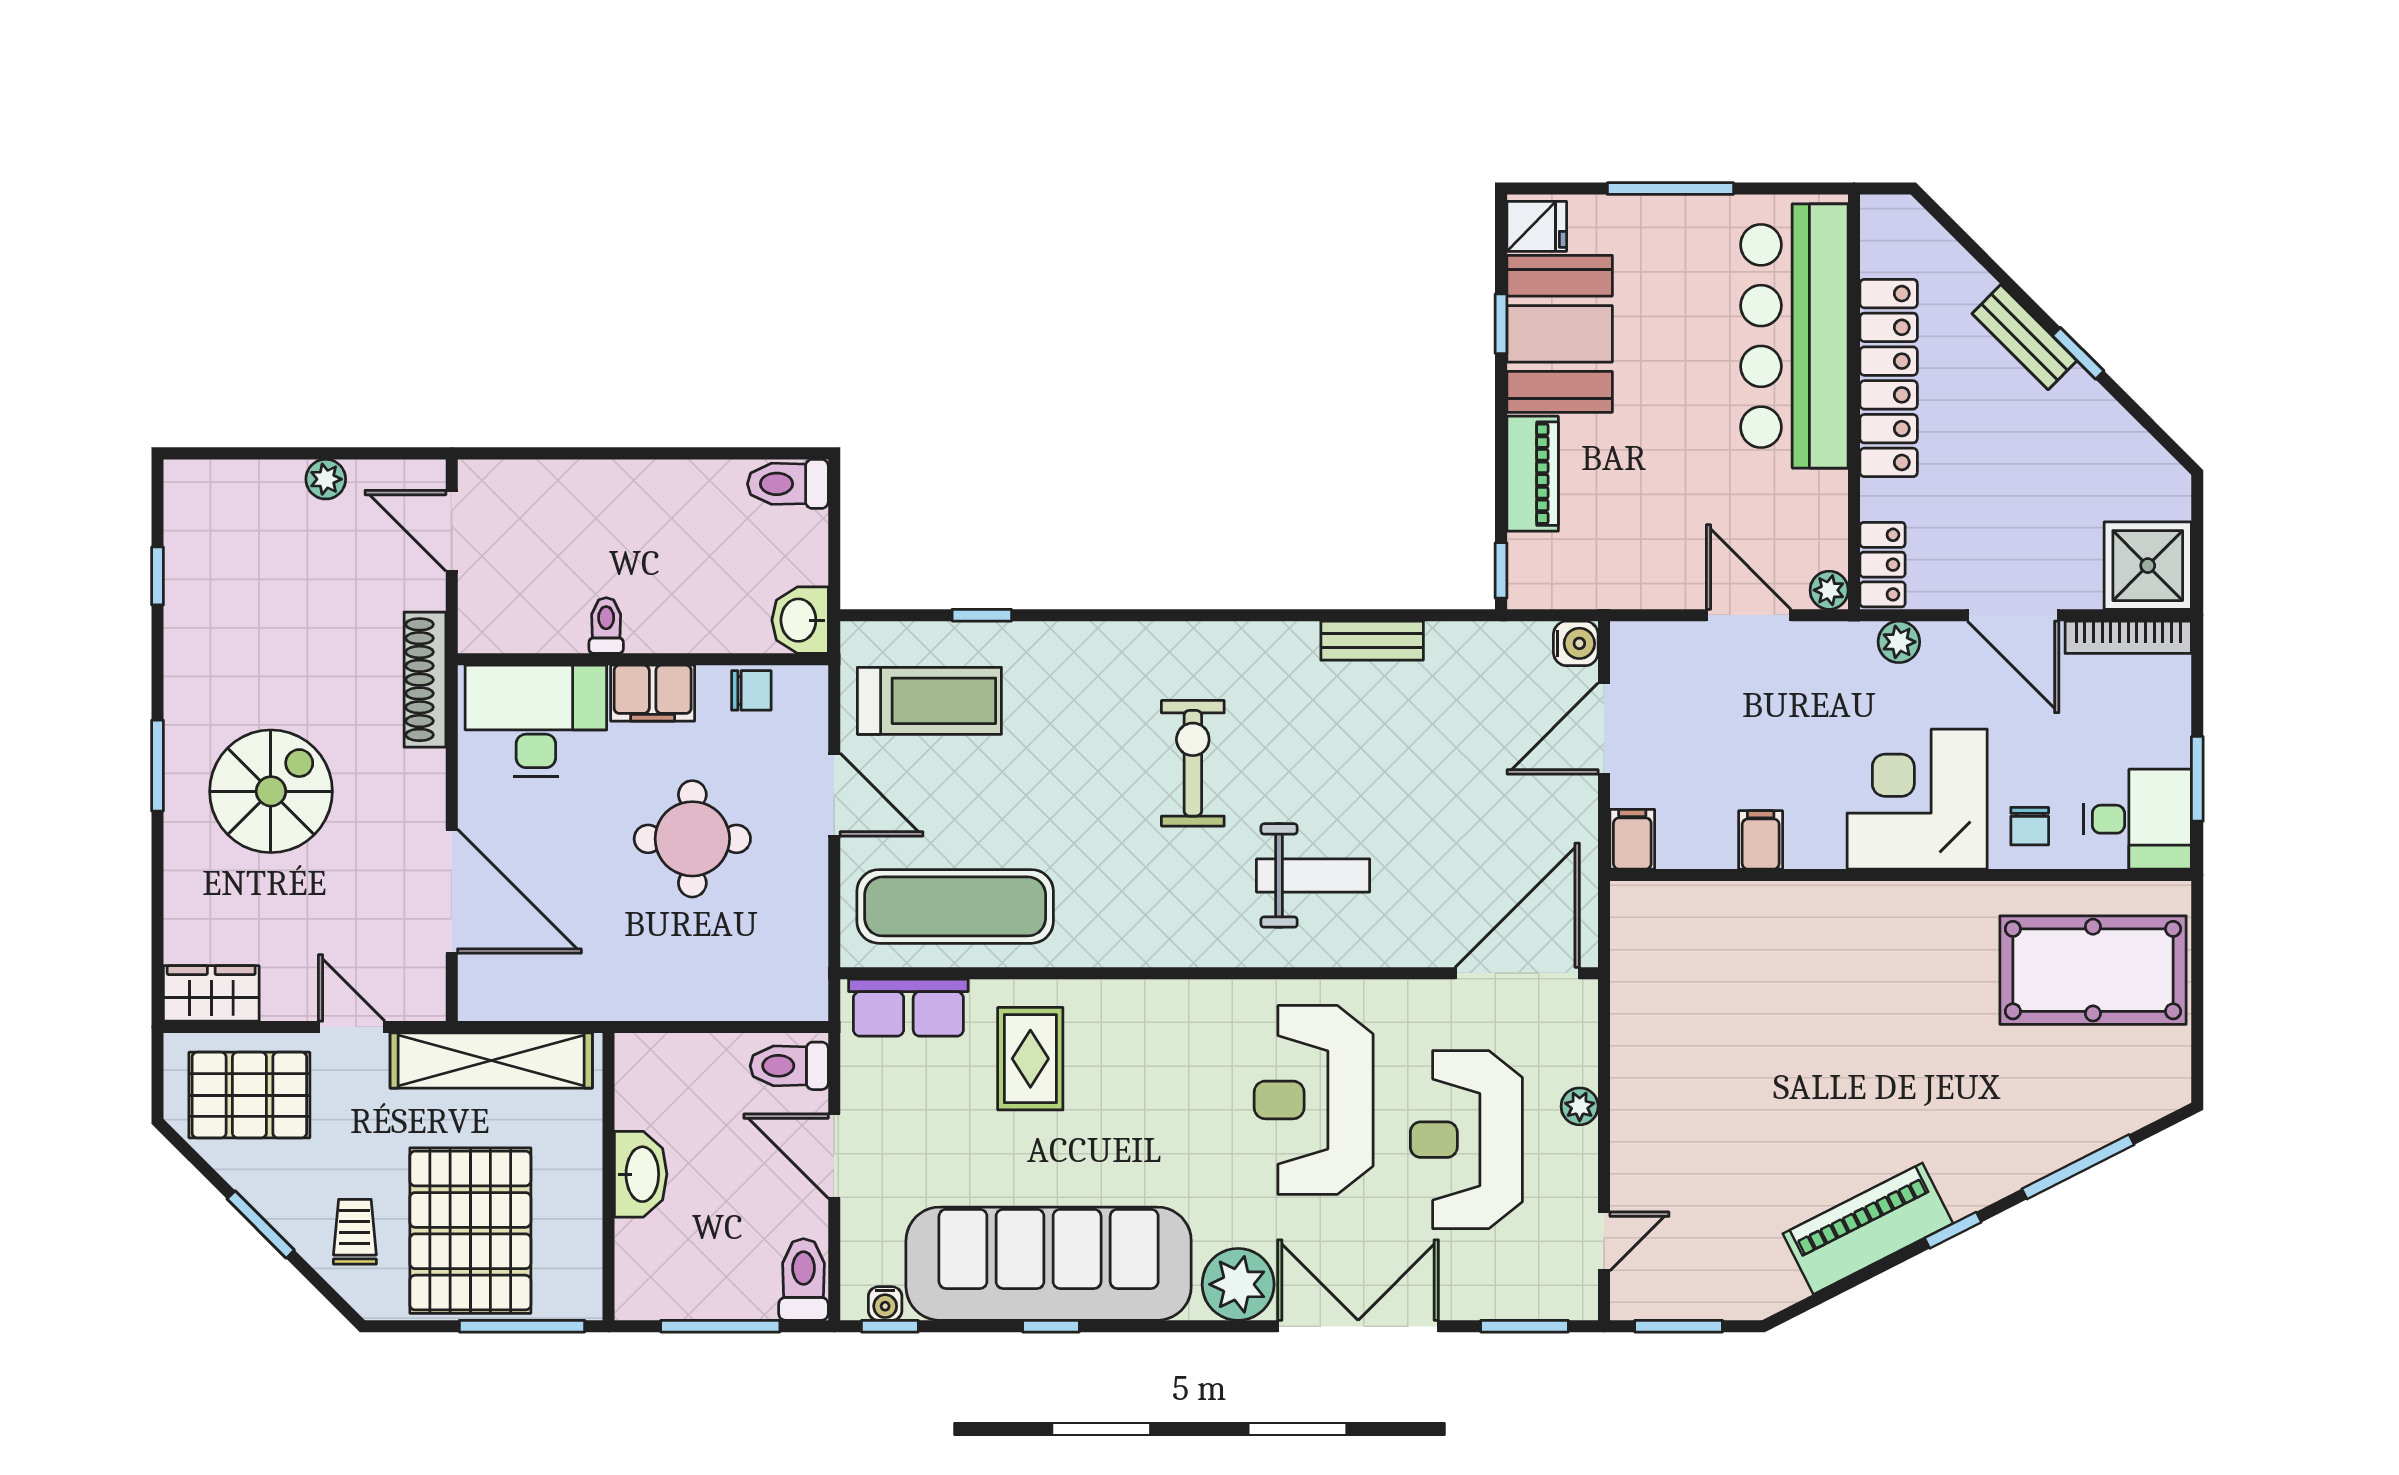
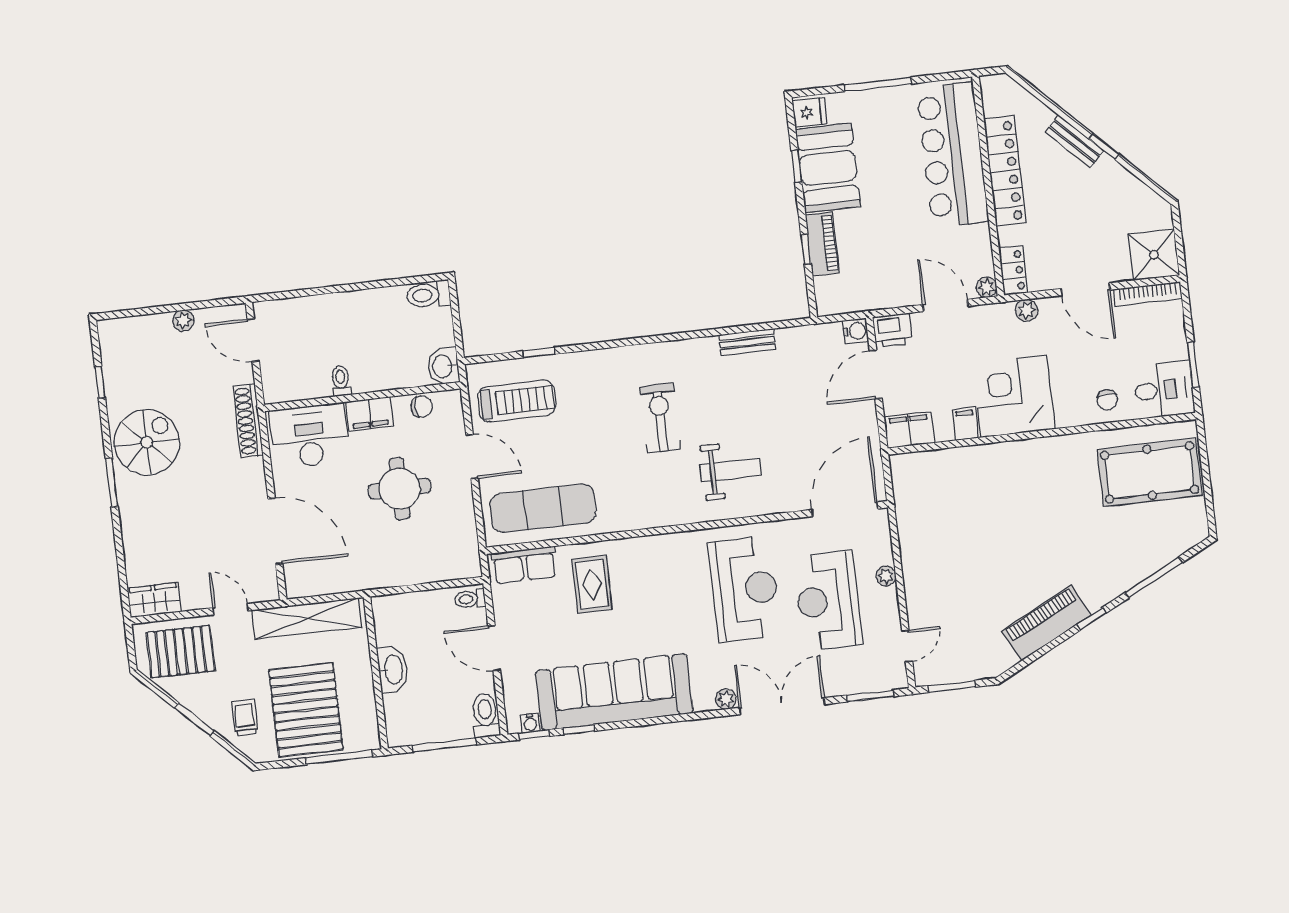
window: (1501, 570) -> (806, 249), moved
printer: (1645, 650) -> (893, 330), added
spiral stairs: (271, 791) -> (147, 442), moved
corner desk: (1917, 799) -> (1014, 396), moved
filing cabinet: (1632, 839) -> (909, 430), width x2.00
toilet: (789, 1066) -> (470, 599), width x0.73, depth x0.72
reception desk: (1314, 1100) -> (745, 589), turned 180
plant: (1238, 1284) -> (726, 699), width x0.53, depth x0.53
window: (1051, 1326) -> (579, 730), moved

